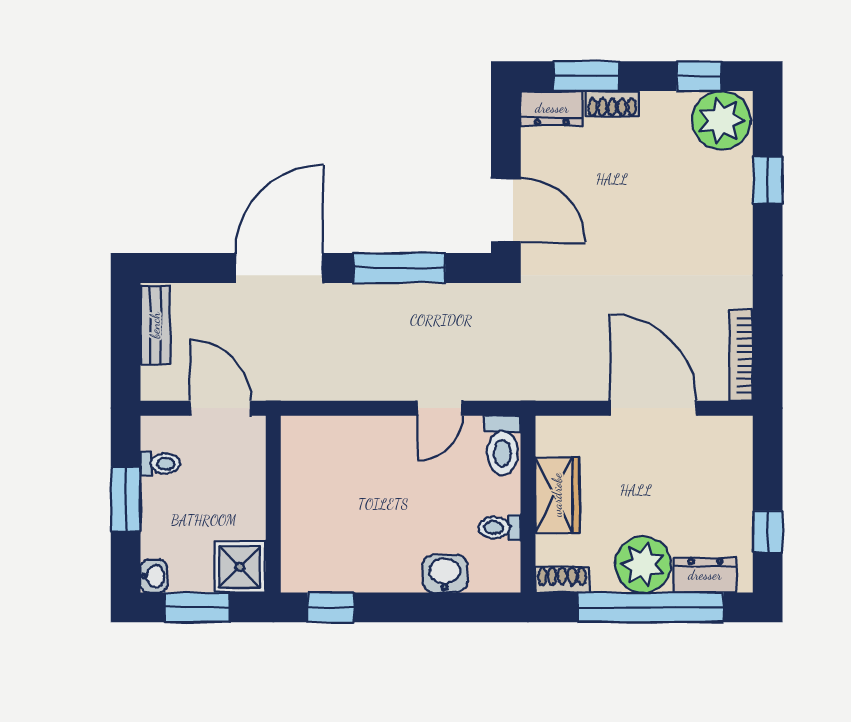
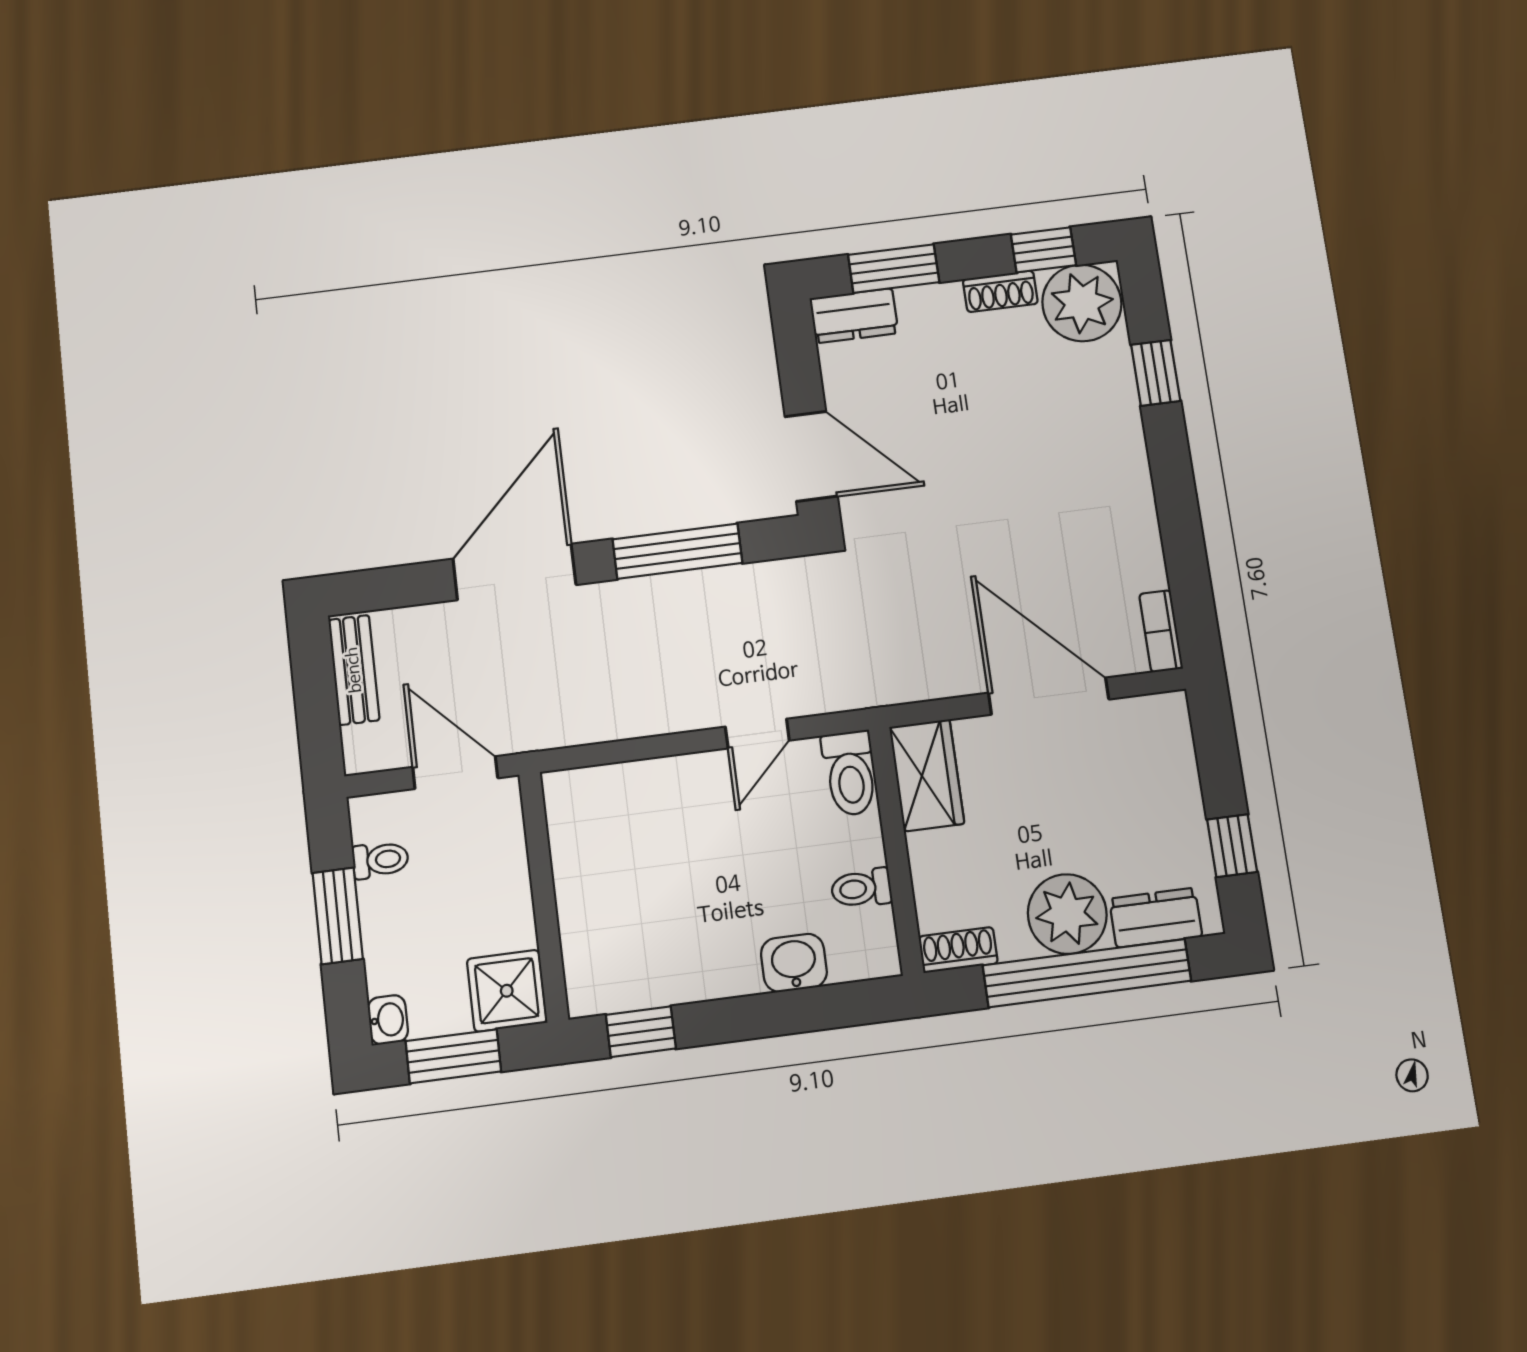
shoe rack: (612, 104) -> (1000, 291), moved
bookcase: (741, 355) -> (1161, 631), width x0.64
wardrobe: (557, 495) -> (927, 775), moved

